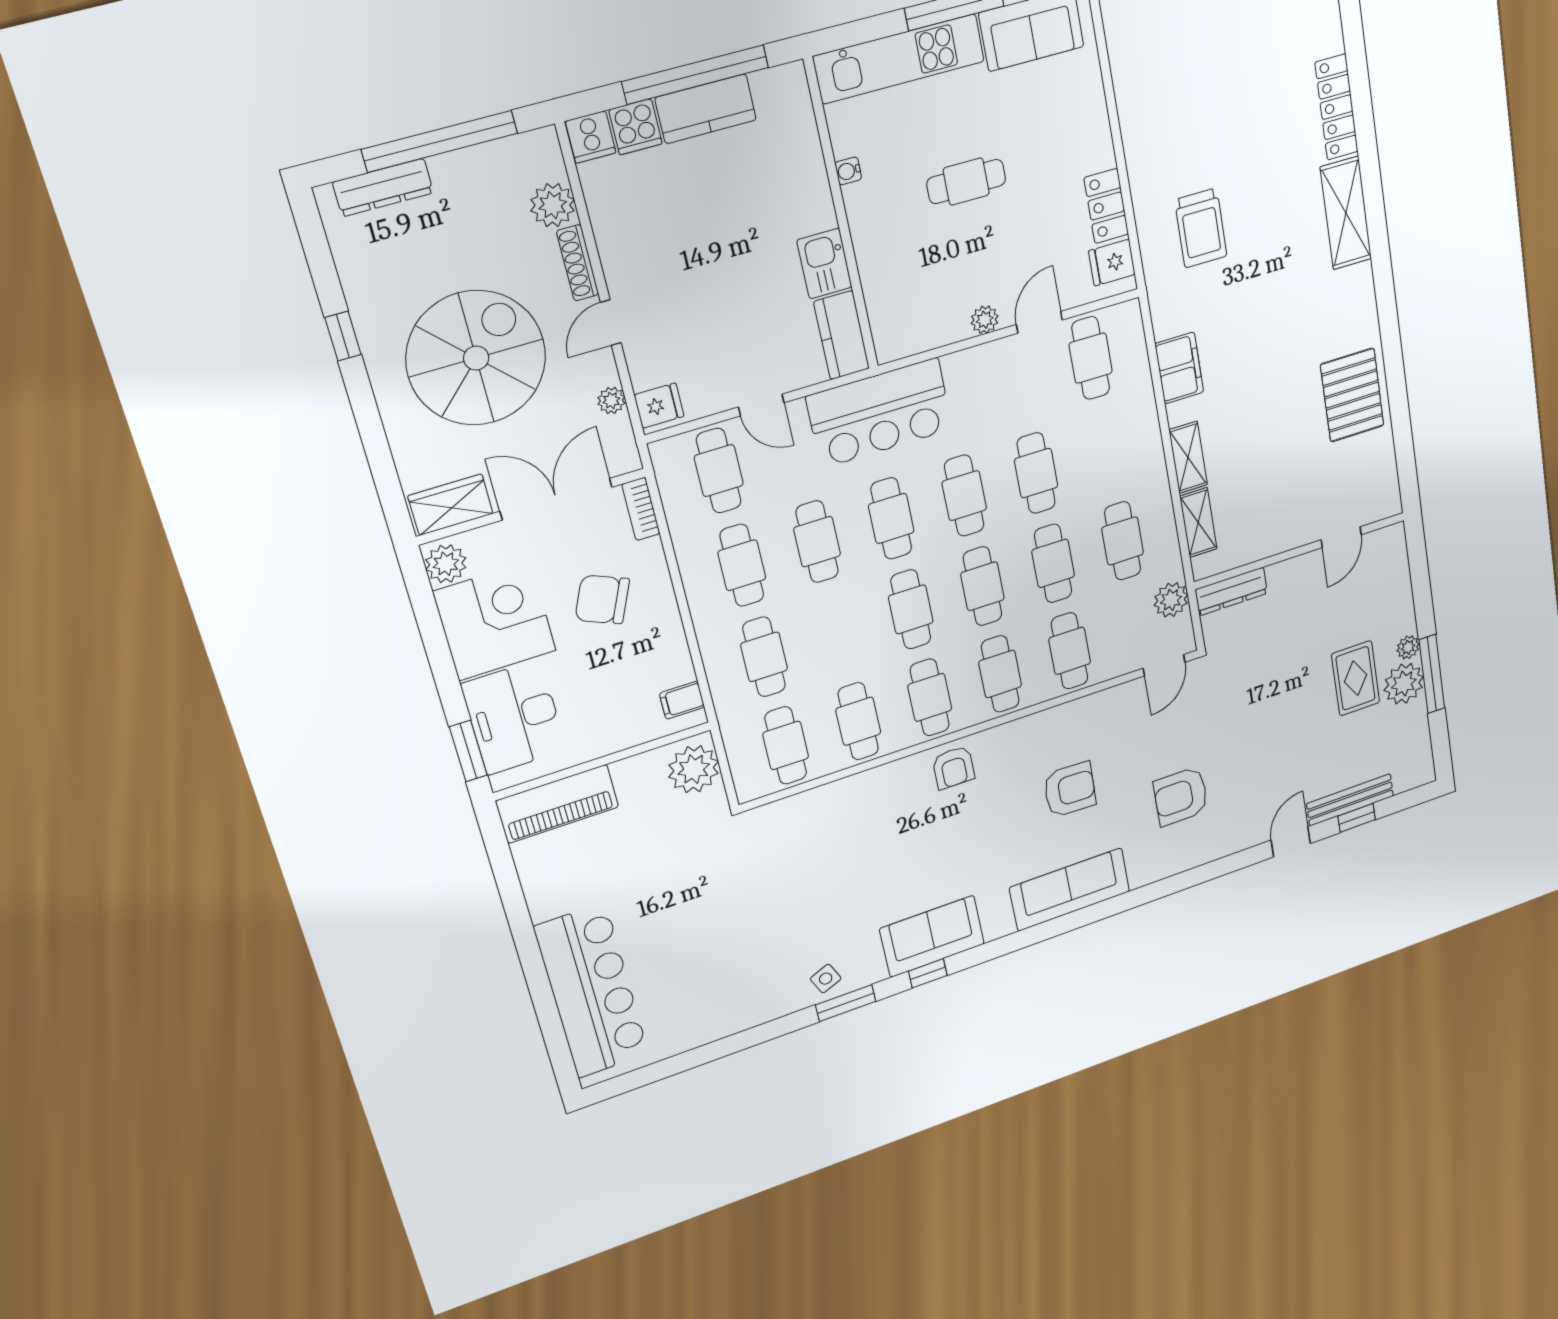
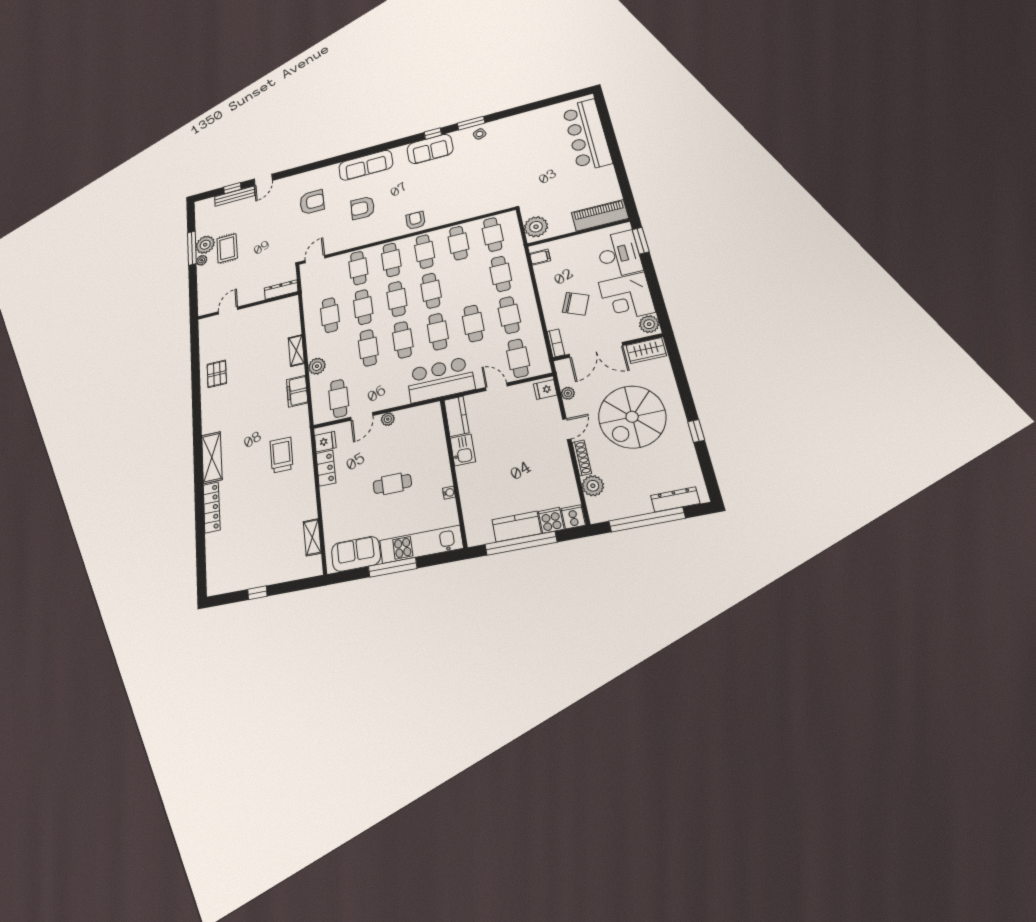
pallet: (1352, 395) -> (217, 374), width x0.67, depth x0.71
shelving: (1198, 522) -> (312, 537), moved
plant: (1171, 600) -> (317, 366), moved

